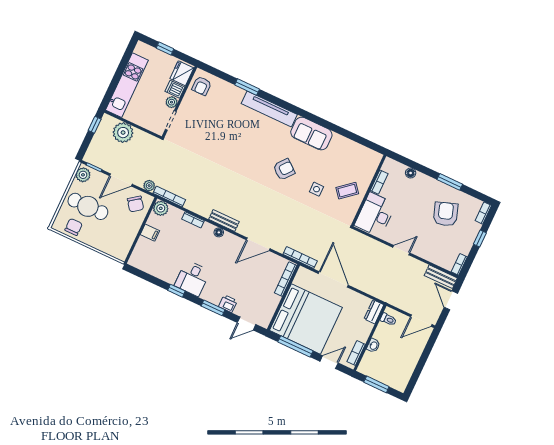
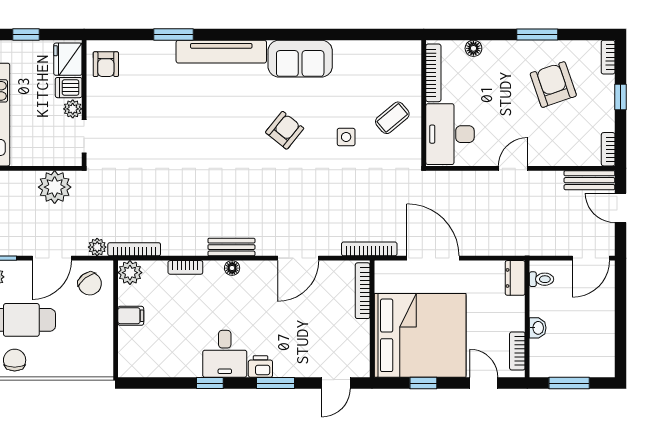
plant: (123, 133) -> (55, 187), moved
bookcase: (379, 182) -> (433, 73), width x1.56
printer: (228, 304) -> (260, 367), moved
window: (295, 346) -> (423, 383), width x0.46
door: (329, 362) -> (484, 383), hinge flipped

